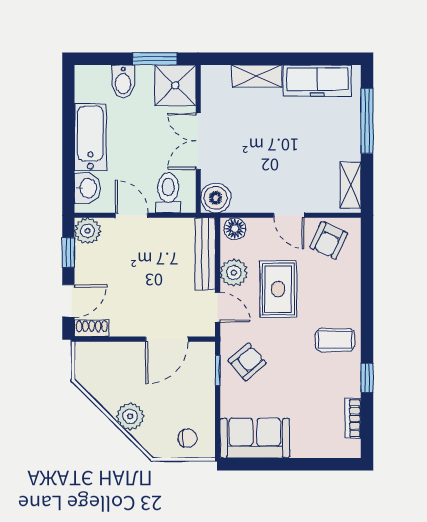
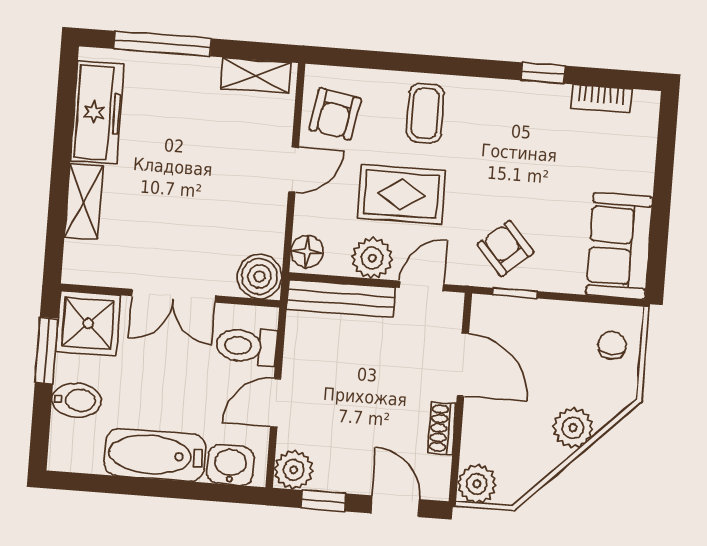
armchair: (329, 240) -> (335, 114), turned 75
shoe rack: (92, 328) -> (442, 428), moved
coffee table: (335, 340) -> (425, 113), moved
plant: (88, 355) -> (477, 484), added

